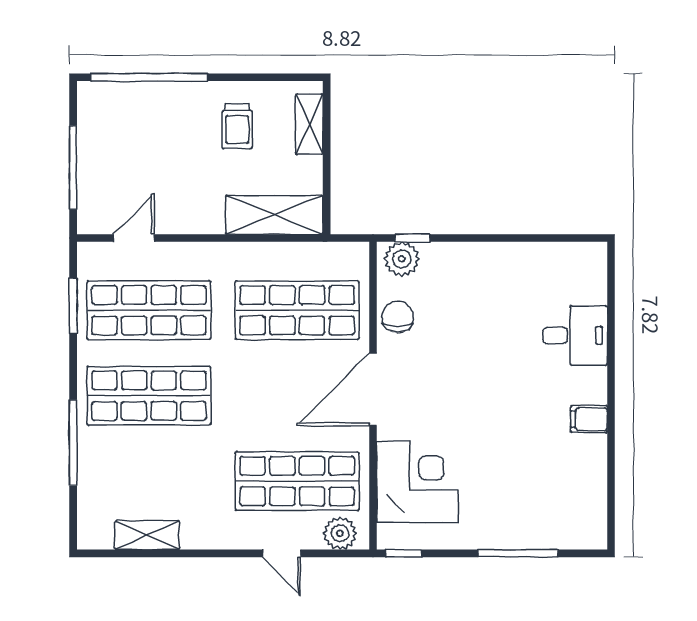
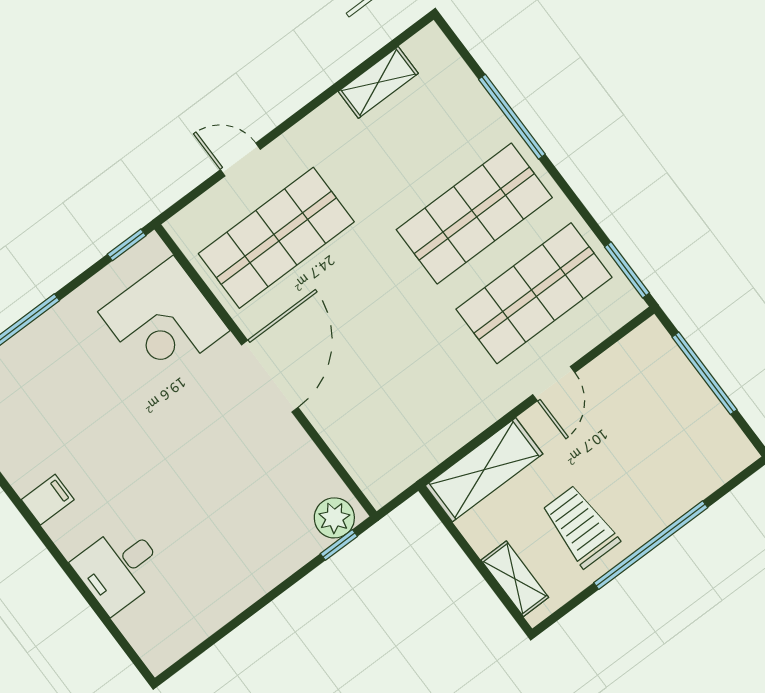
window: (149, 77) -> (651, 545), moved
trolley: (237, 126) -> (580, 526), width x1.36, depth x1.39
door: (134, 238) -> (554, 384), moved
window: (73, 306) -> (627, 270), moved
shop shelf: (297, 310) -> (396, 397), removed
chair: (398, 317) -> (298, 461), removed
plant: (340, 533) -> (200, 219), removed

